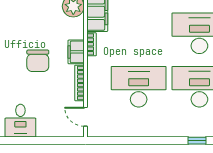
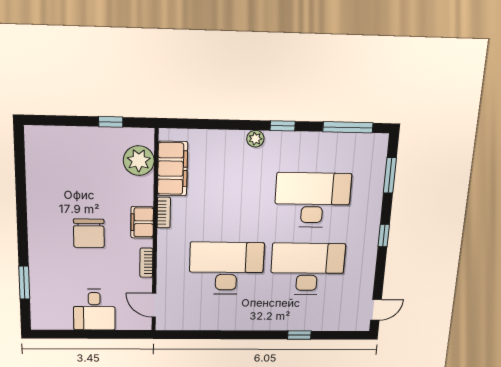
bookcase: (79, 83) -> (146, 263), width x0.64
desk: (20, 121) -> (94, 310), moved

